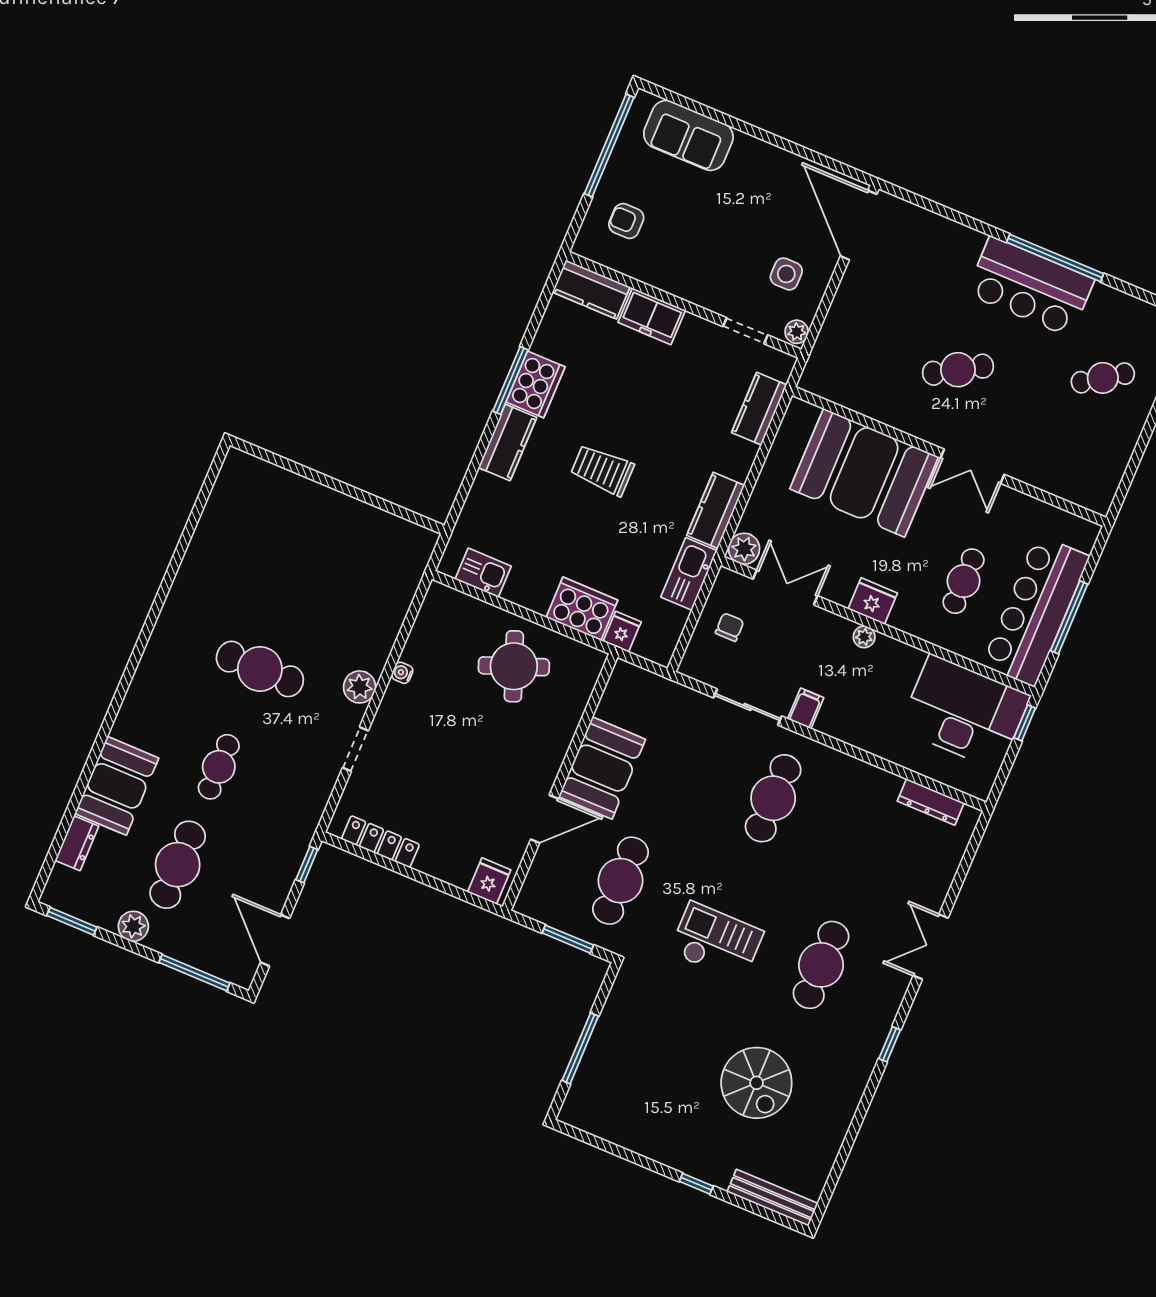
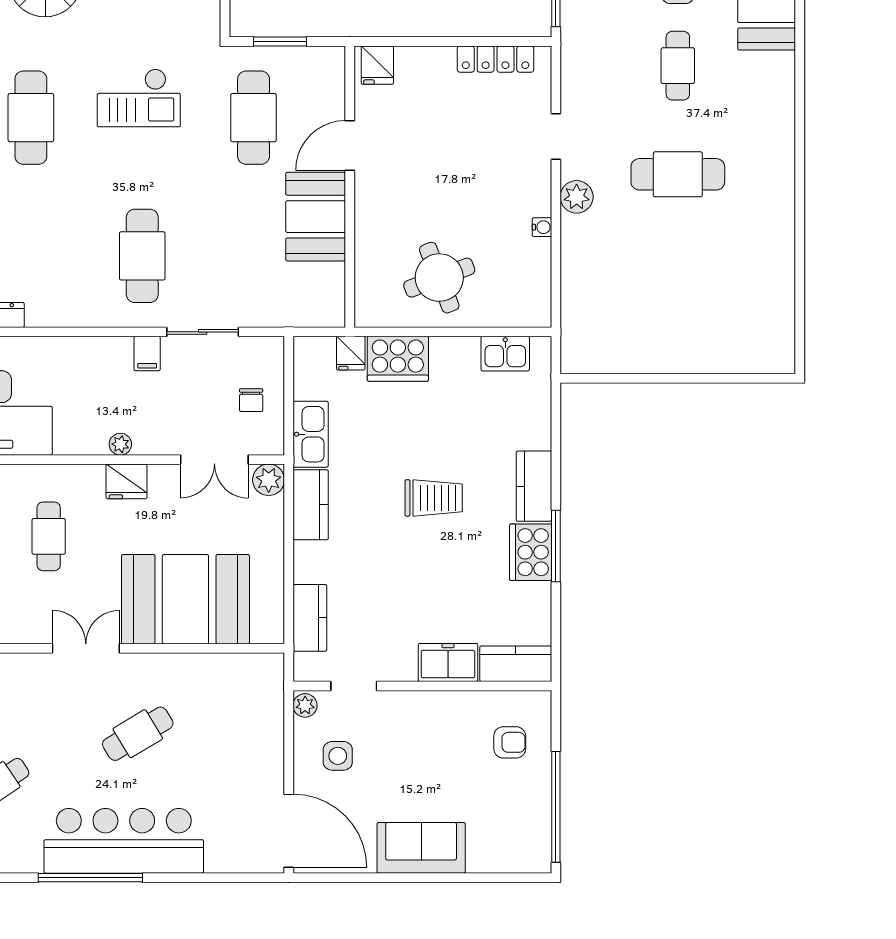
sofa: (688, 135) -> (421, 848), moved
bar counter: (1030, 287) -> (124, 841), width x1.36

